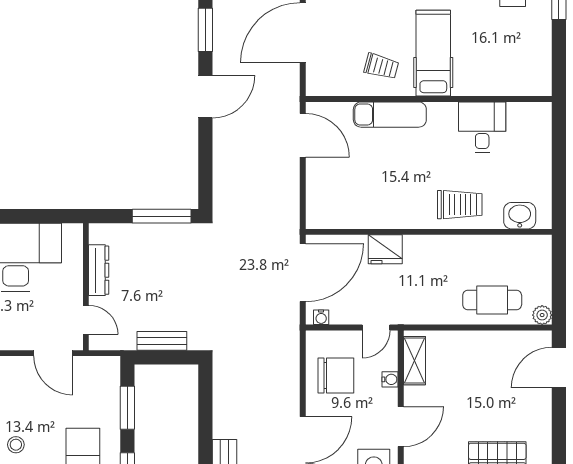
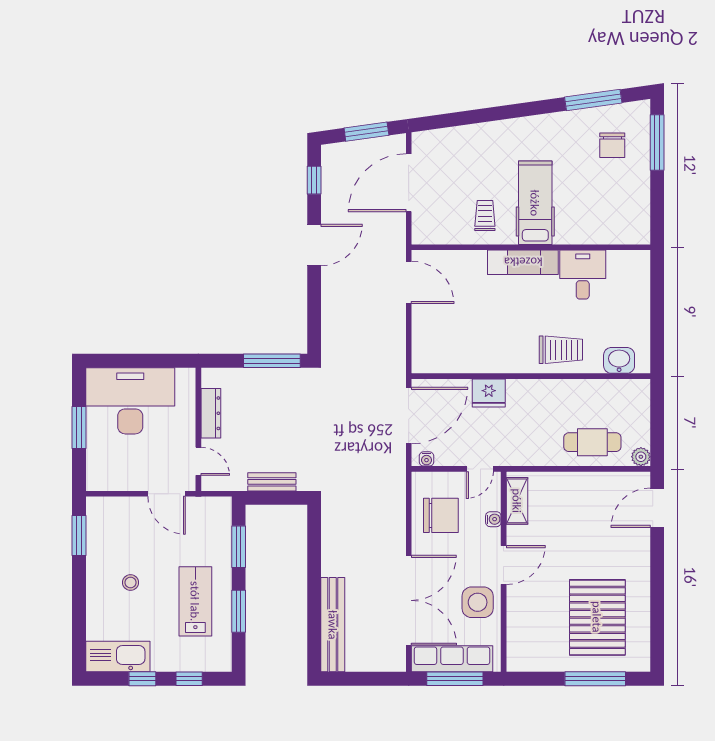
window: (205, 30) -> (314, 180), width x0.67
trolley: (381, 66) -> (485, 216), turned -105
exam couch: (390, 115) -> (523, 262), moved

